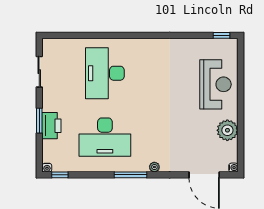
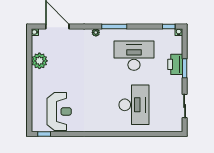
reception desk: (215, 84) -> (59, 111), moved, turned 180

